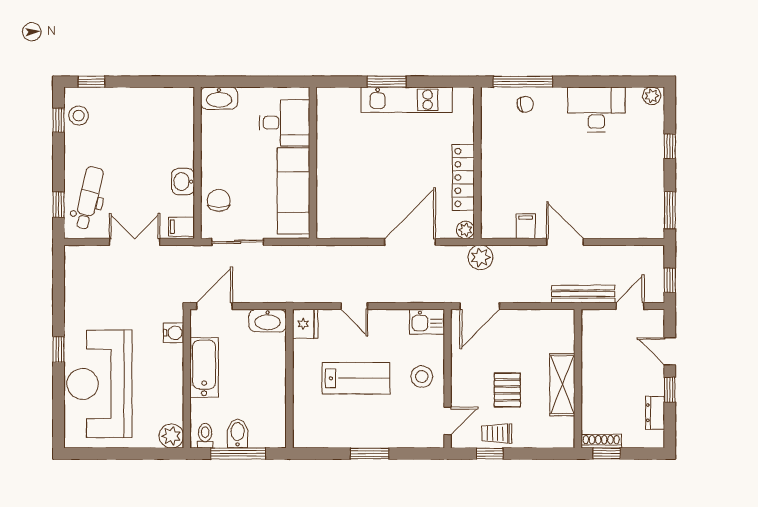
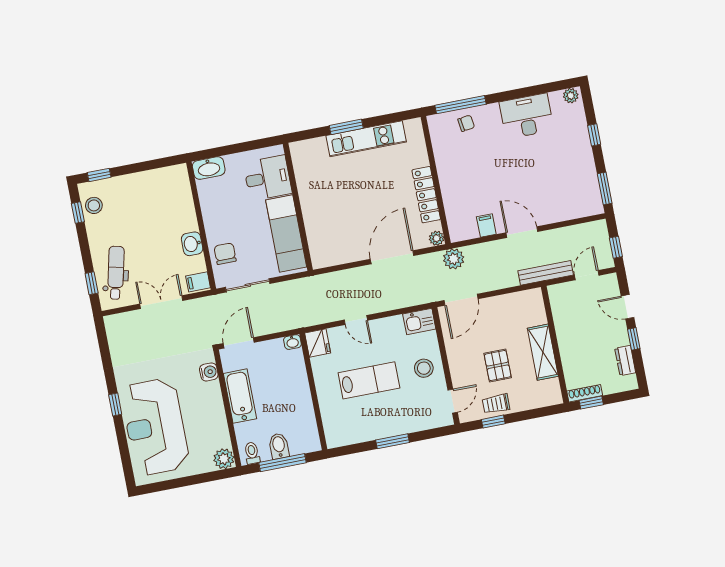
washbasin: (268, 321) -> (292, 342), width x0.52, depth x0.69

